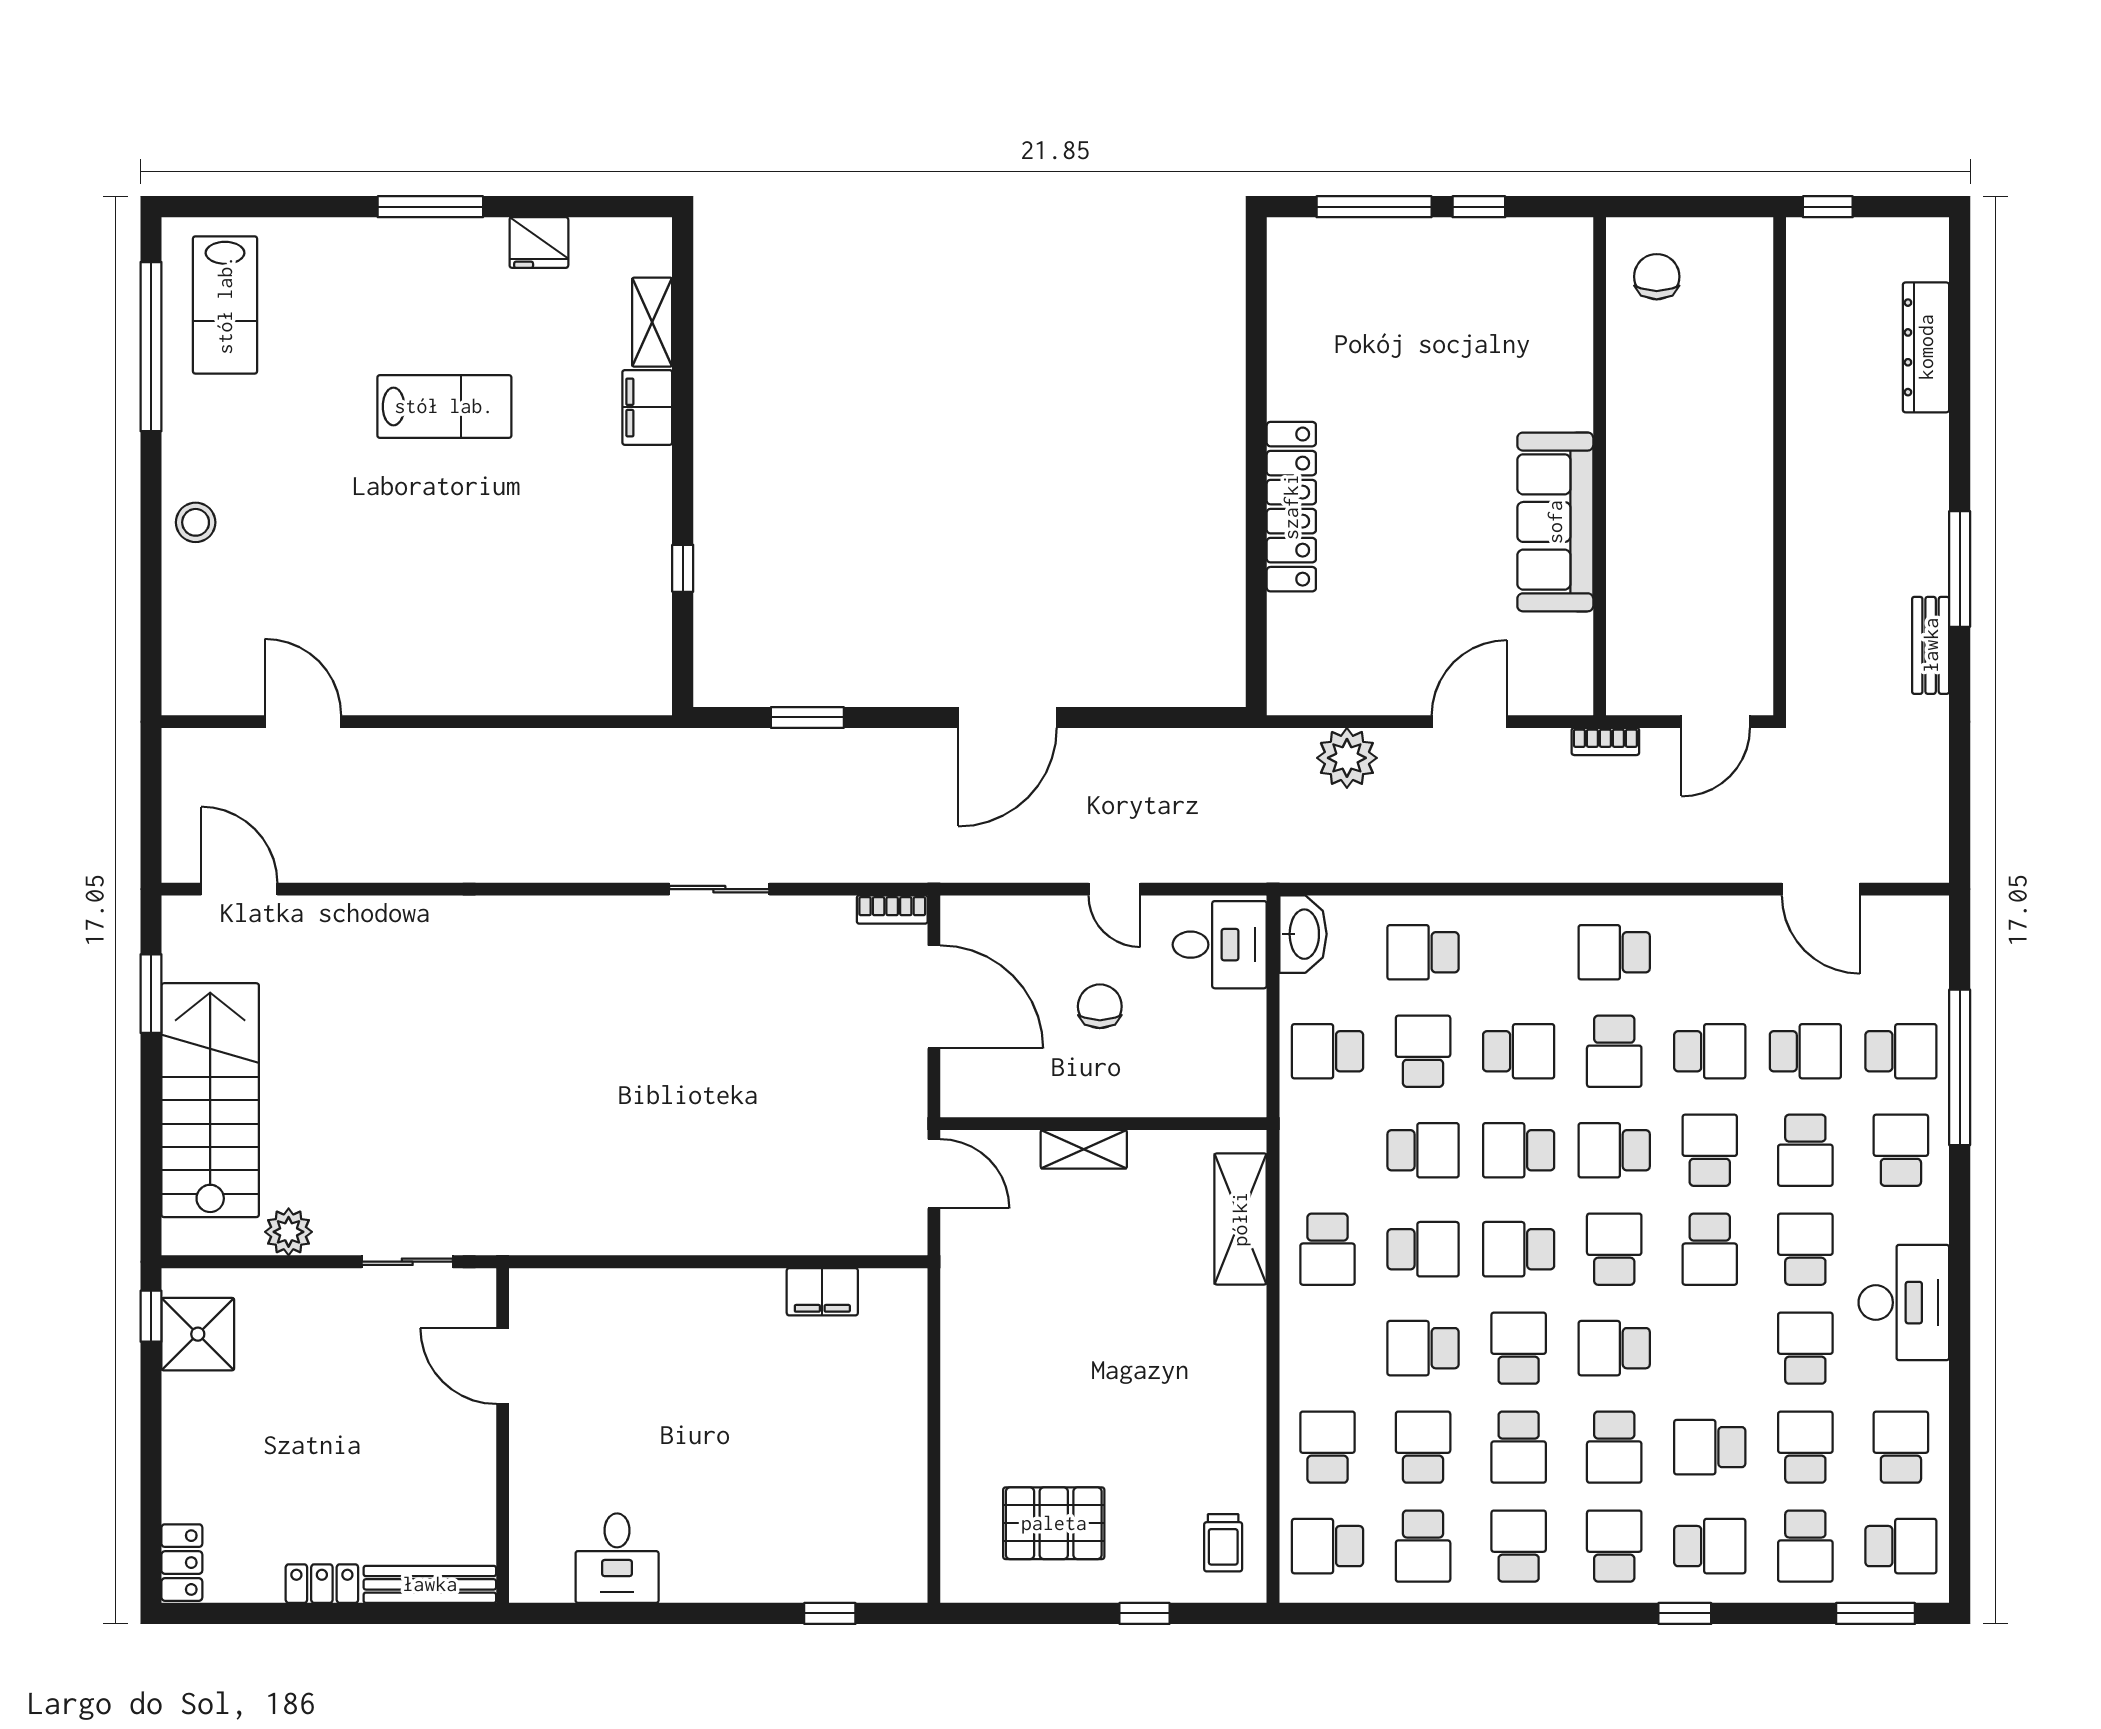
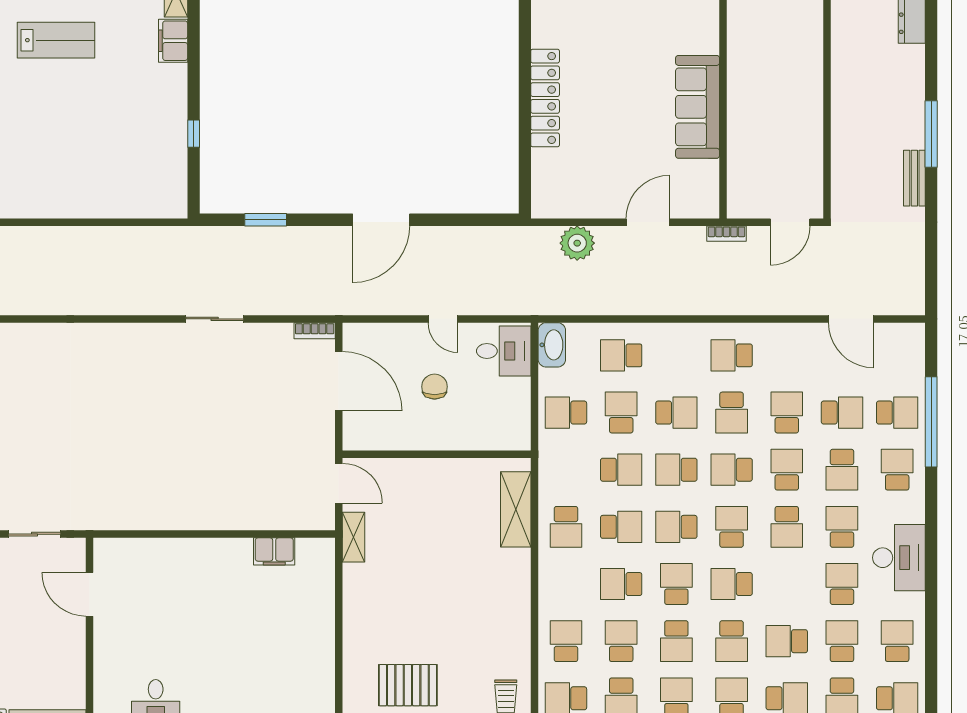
school desk: (1710, 1051) -> (787, 413), turned -90
shelving: (1084, 1149) -> (353, 537), moved, turned 90

